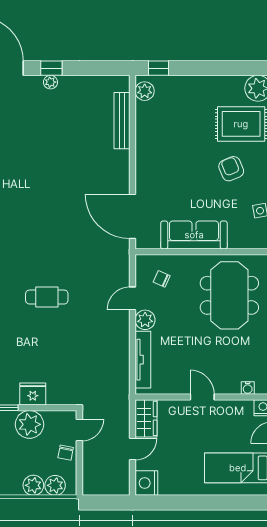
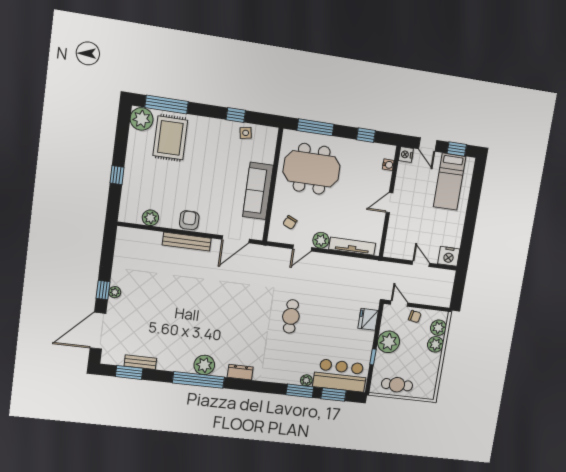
window: (159, 68) -> (117, 175), moved
plant: (145, 91) -> (150, 218), moved
bench: (122, 121) -> (187, 242), moved
armchair: (231, 169) -> (189, 220), moved, turned 113
door: (133, 216) -> (236, 239), width x0.73
door: (133, 298) -> (302, 248), hinge flipped
fridge: (33, 394) -> (368, 319), moved
wardrobe: (146, 418) -> (399, 250), removed

